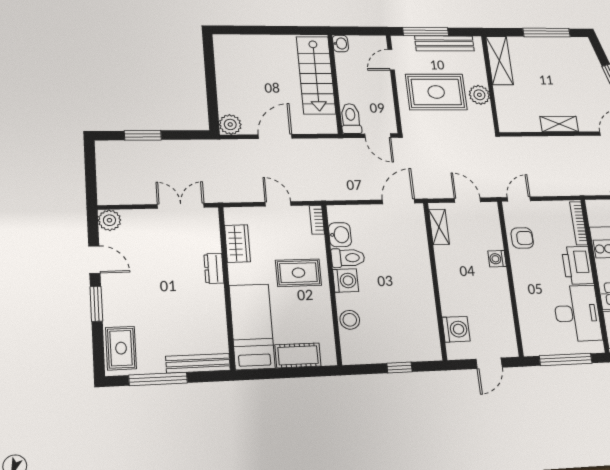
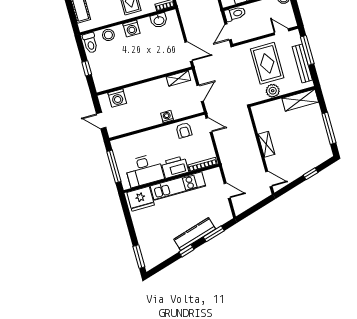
toilet: (348, 258) -> (90, 43), moved

